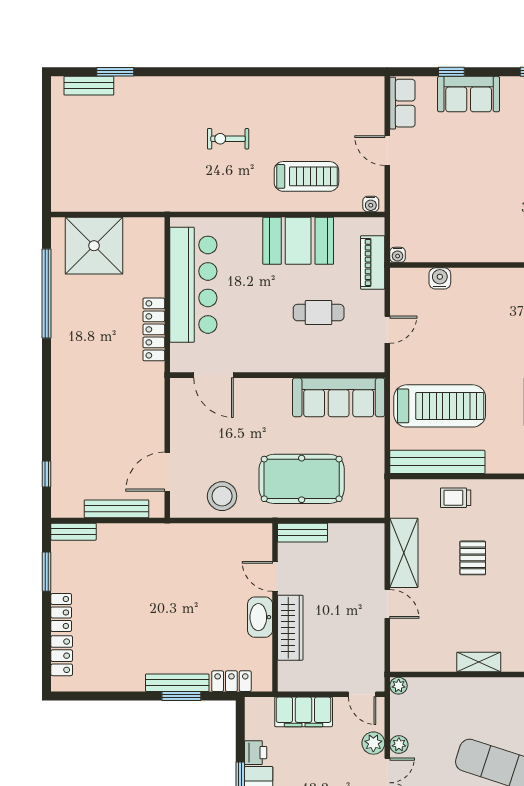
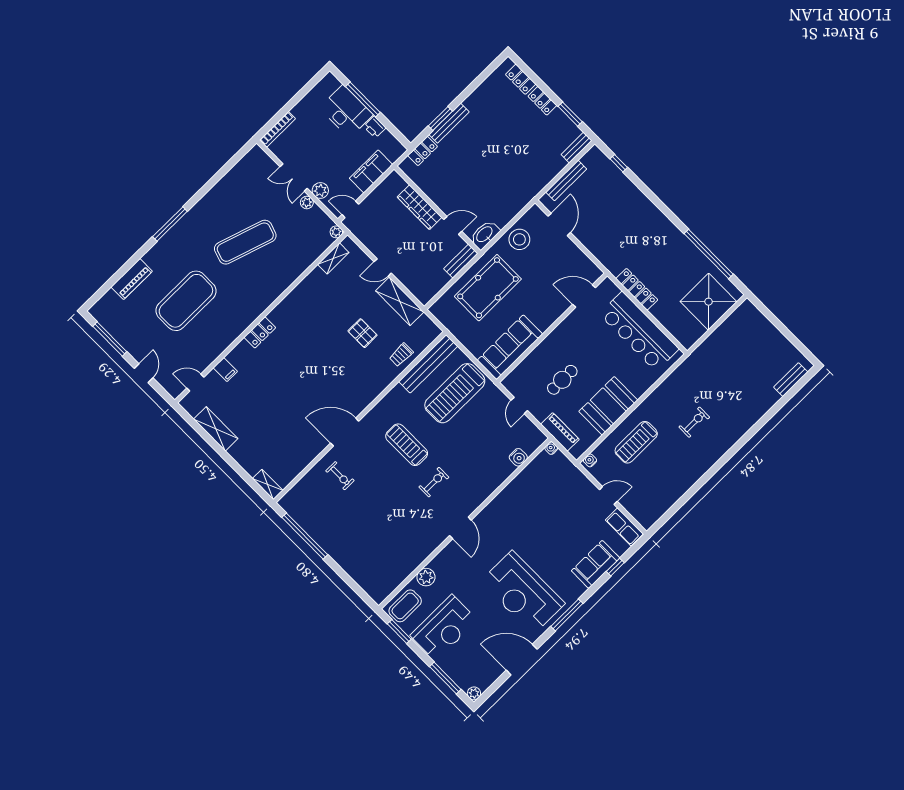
window: (115, 72) -> (784, 400), removed
trolley: (456, 498) -> (401, 355), turned 180
washbasin: (260, 617) -> (485, 235), moved, turned -90
shelving: (479, 662) -> (333, 258), moved

